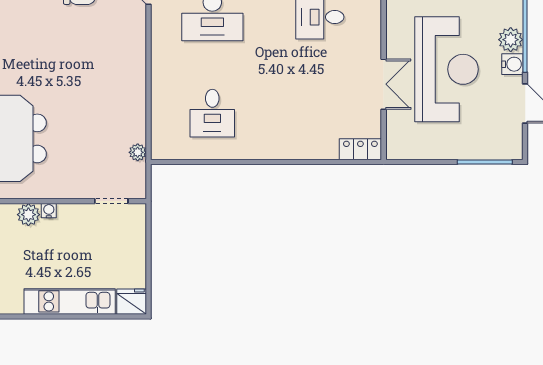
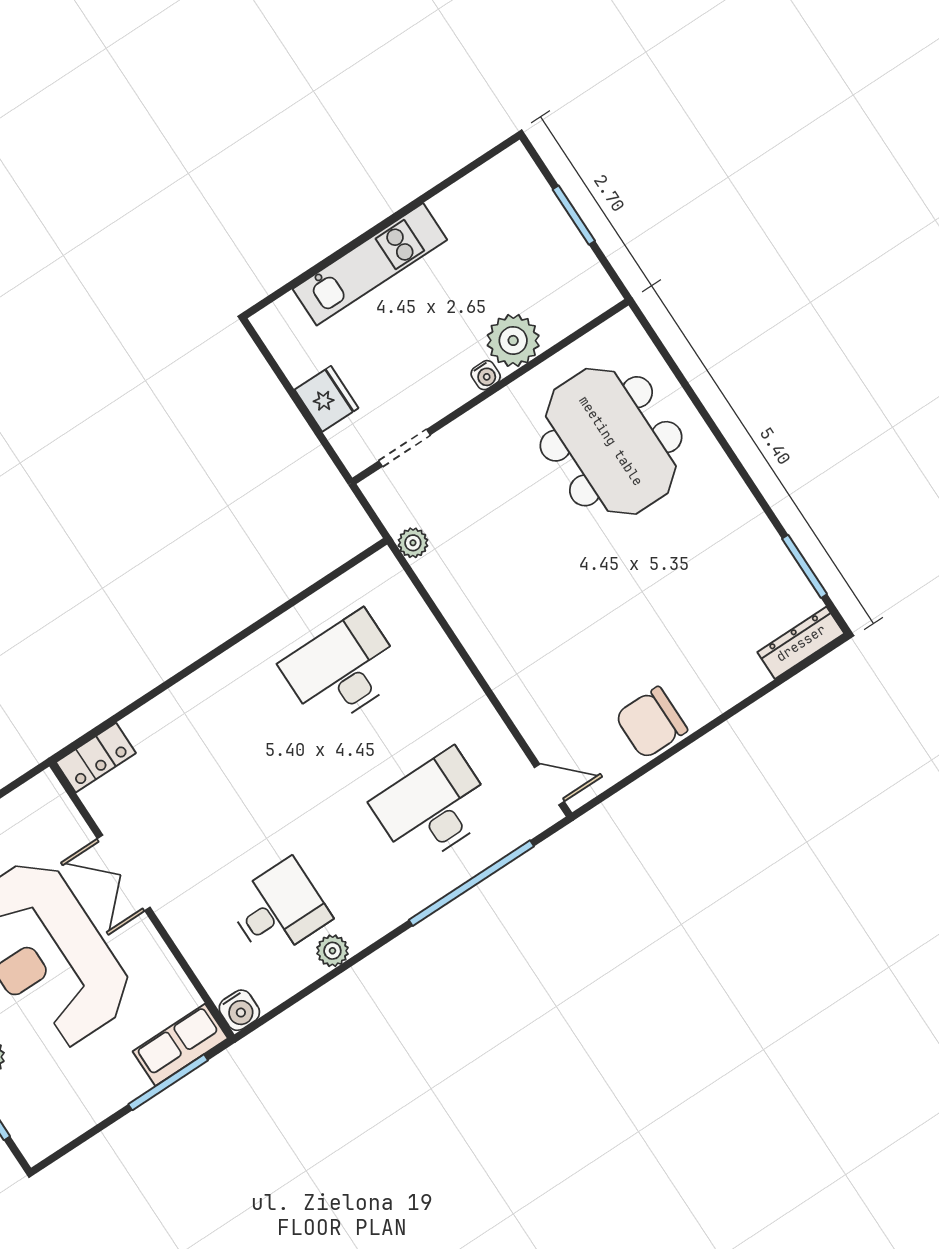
desk: (212, 113) -> (343, 669), width x1.37
plant: (28, 215) -> (513, 340), width x1.36, depth x1.36
fridge: (132, 302) -> (327, 399), moved, turned -90

